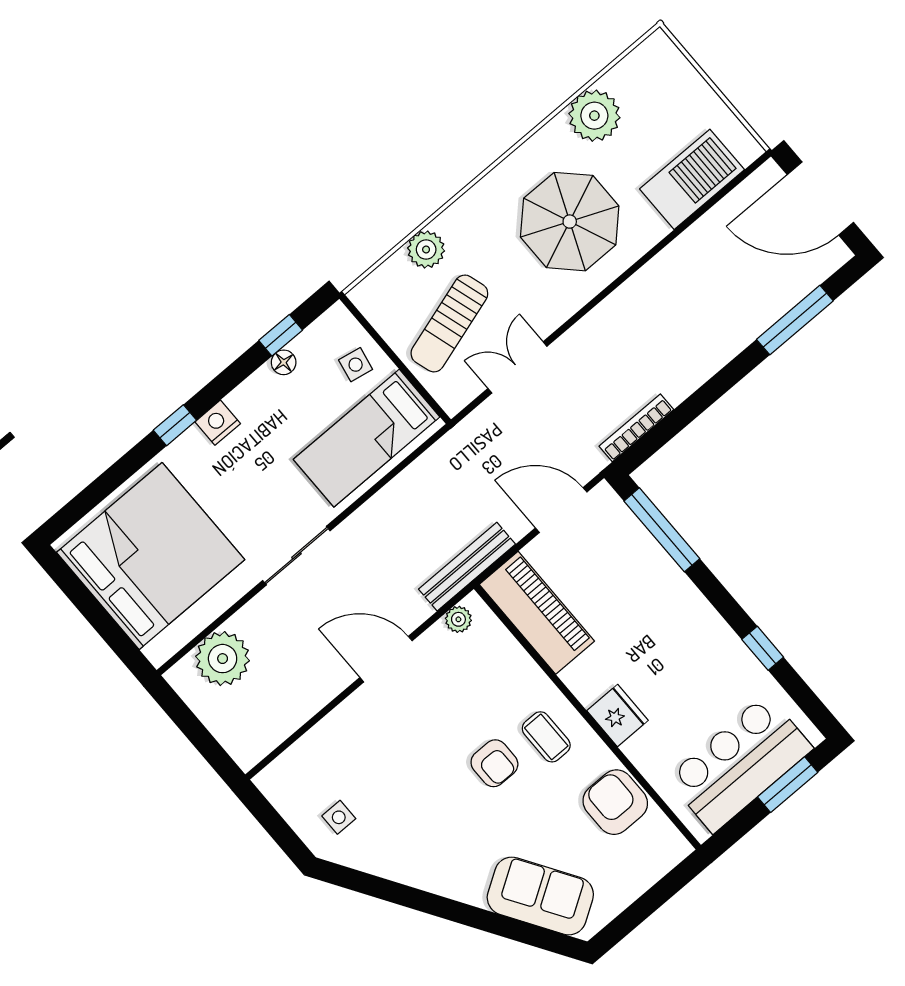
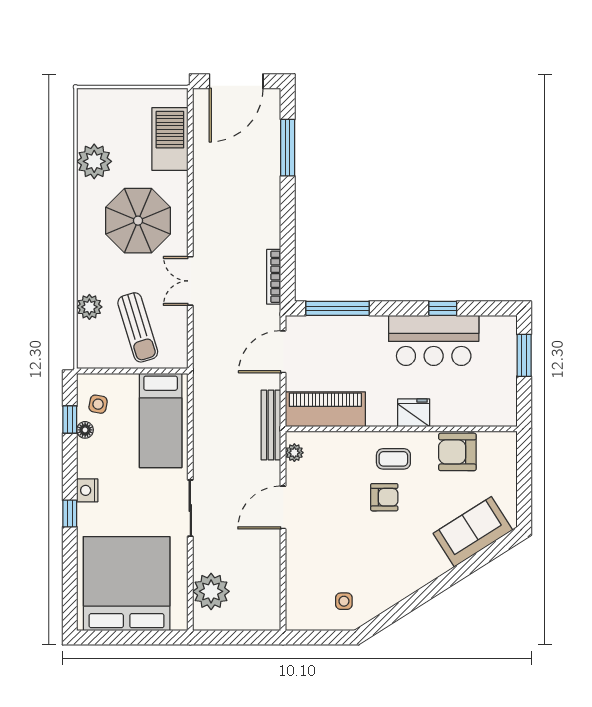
side table: (356, 365) -> (98, 404), moved
double door: (517, 367) -> (190, 281), moved
bar counter: (740, 763) -> (434, 340), moved, turned -90

